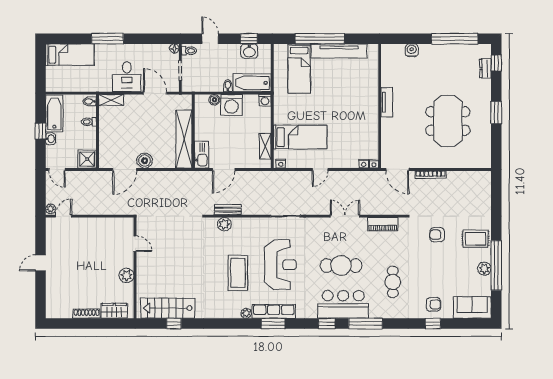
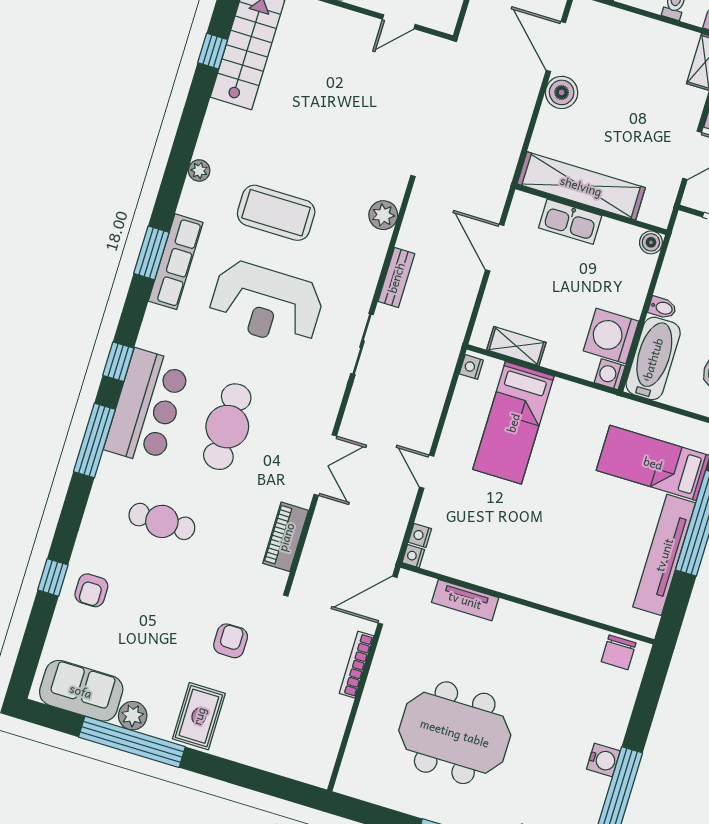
water cooler: (412, 50) -> (603, 760), moved
chair: (389, 58) -> (619, 652), added
boiler: (214, 100) -> (651, 242), moved
tv unit: (387, 102) -> (465, 600), moved
washing machine: (231, 105) -> (611, 336), moved
kitchen sink: (202, 155) -> (570, 222), moved
door: (320, 169) -> (427, 472), moved
bench: (228, 210) -> (396, 278), moved
sofa: (472, 307) -> (81, 691), moved, turned -90
plant: (246, 313) -> (199, 170), moved

